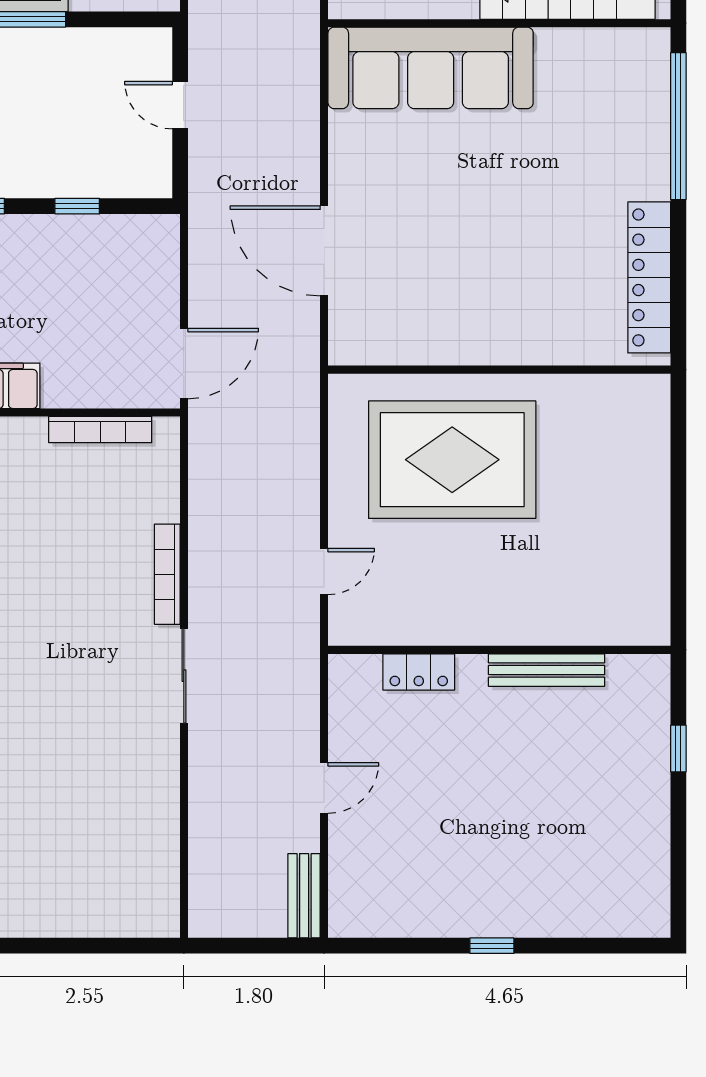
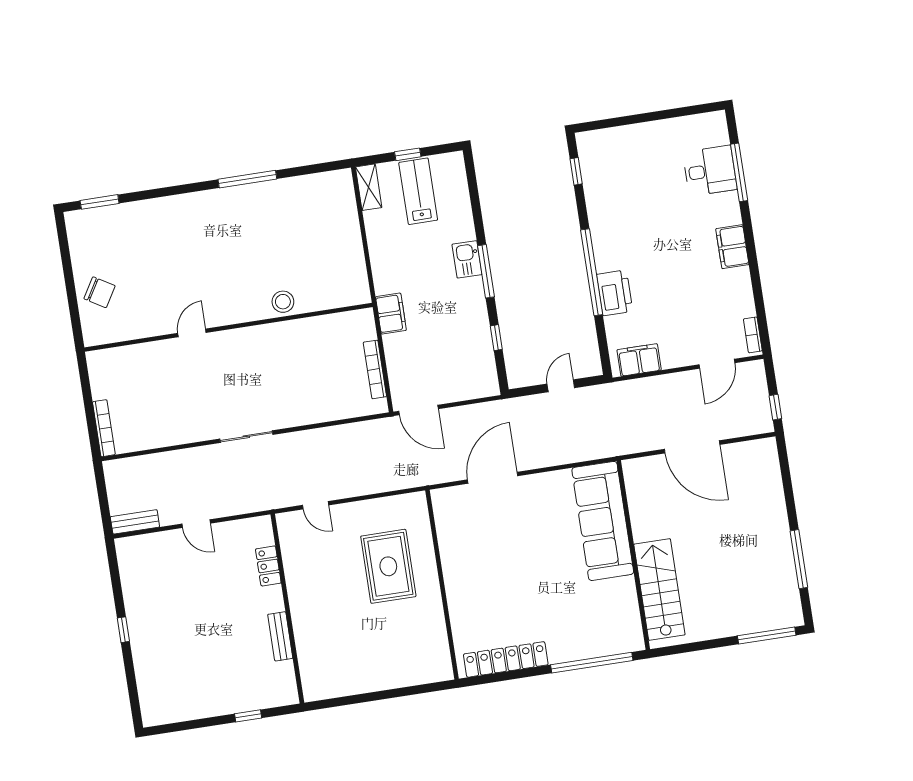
rug: (452, 460) -> (388, 566), width x0.73, depth x0.69
bookcase: (167, 574) -> (104, 428), moved, turned 90
bench: (546, 670) -> (280, 636), width x0.73

